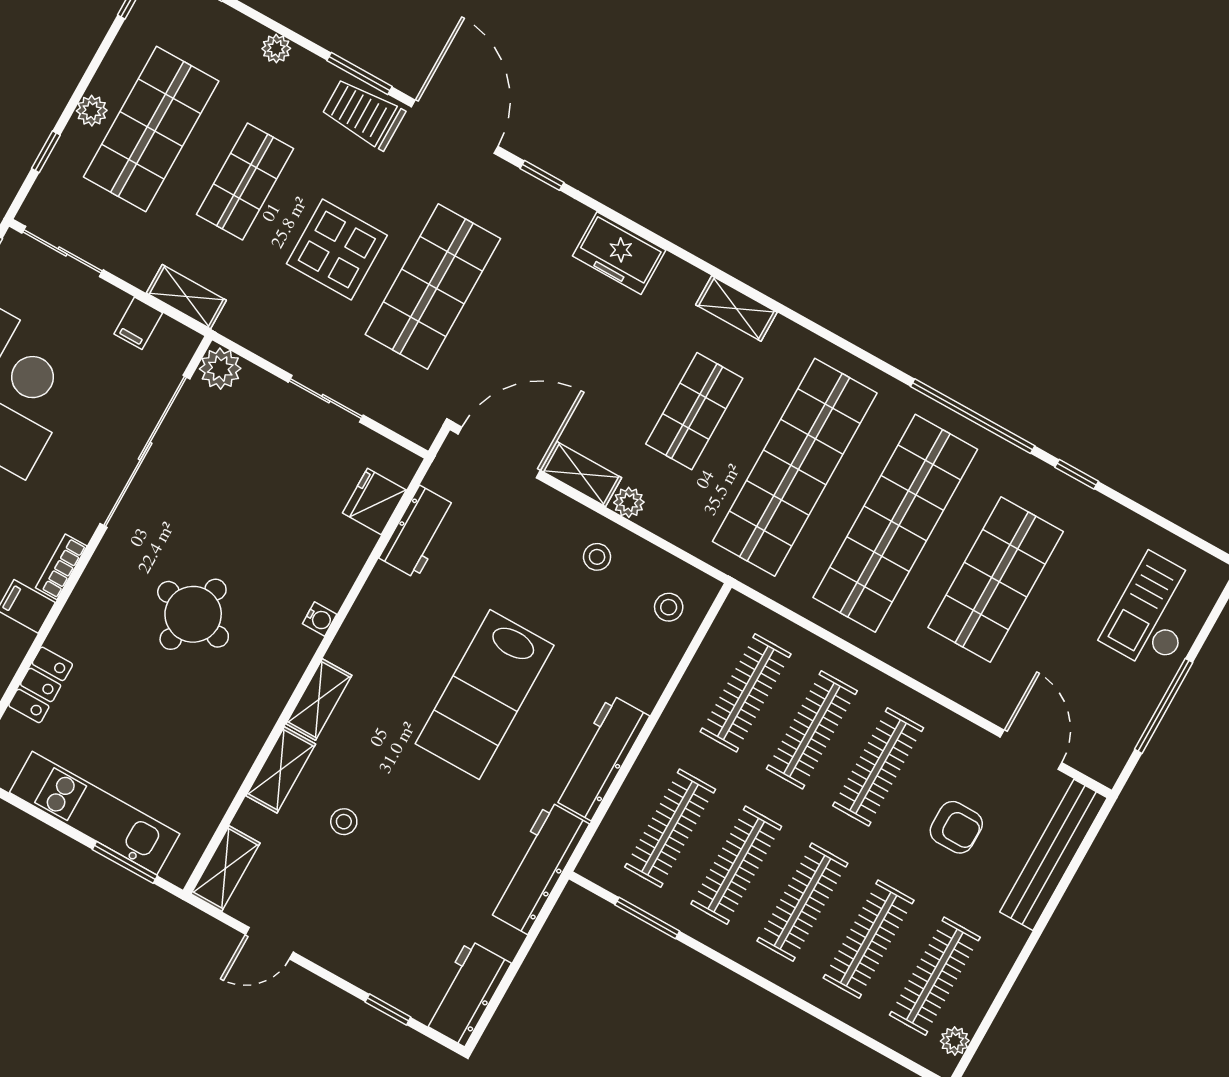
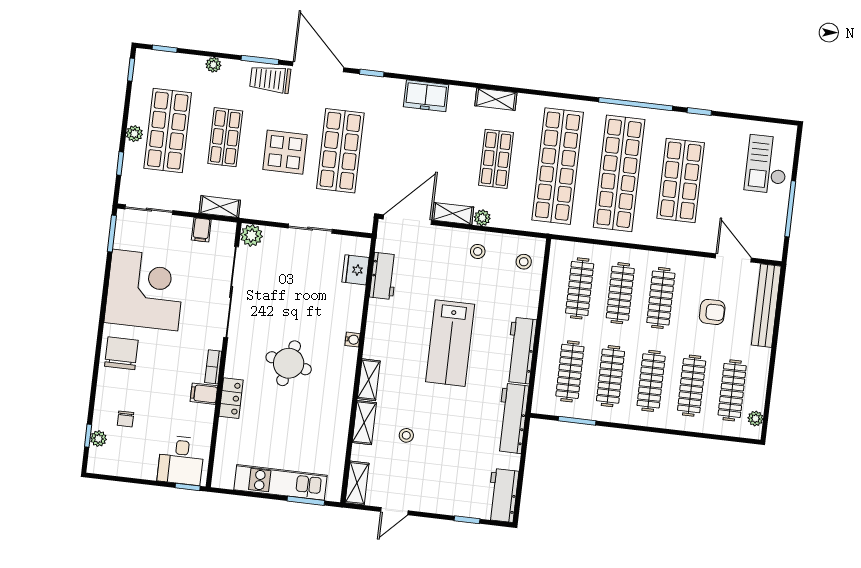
locker: (41, 685) -> (231, 398), moved

